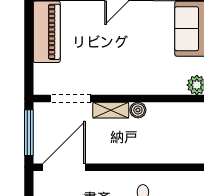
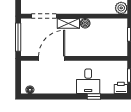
door: (64, 167) -> (52, 58), moved

